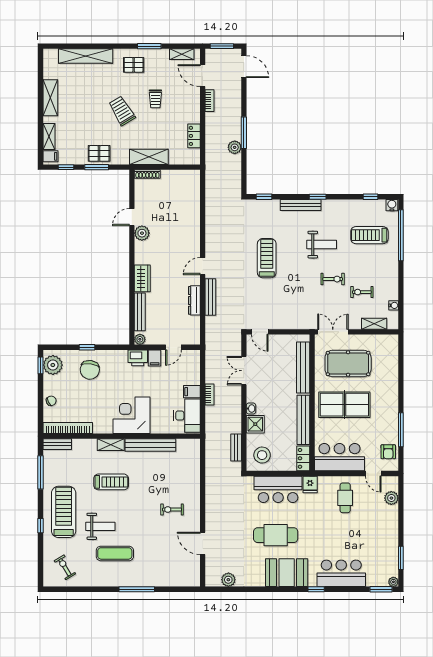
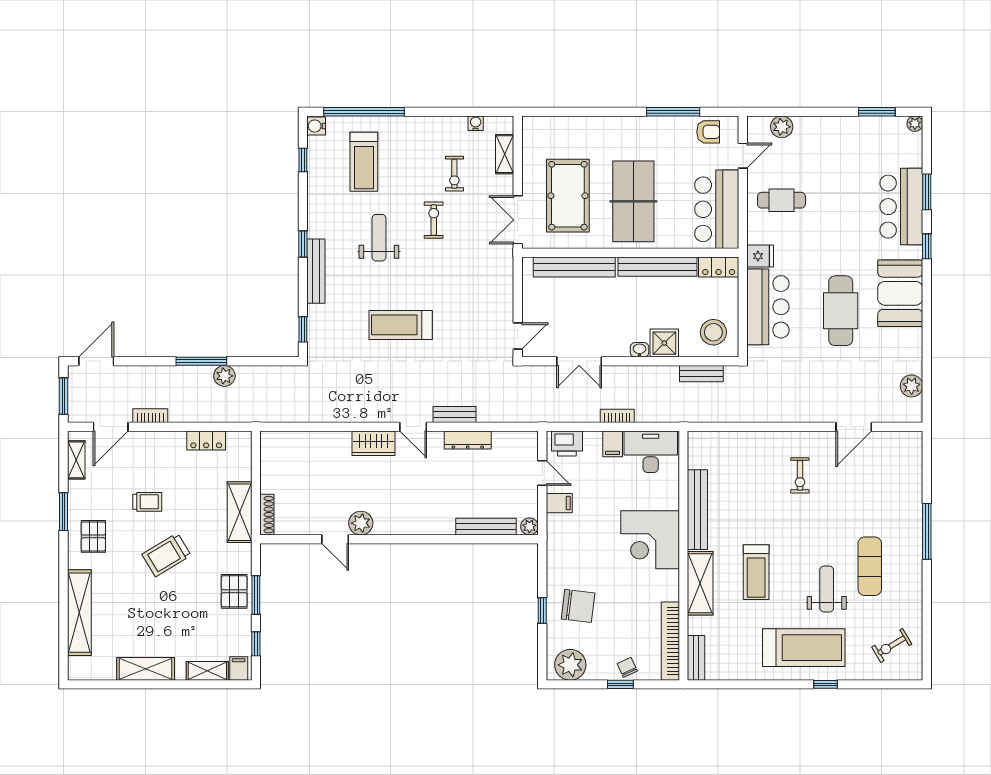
wardrobe: (142, 278) -> (373, 443), moved, turned 180
bench: (210, 297) -> (455, 414), width x0.73
printer: (138, 358) -> (567, 444), moved, turned 90
window: (40, 365) -> (620, 684), moved
shelving: (111, 445) -> (700, 583), width x1.50, depth x1.33
window: (40, 472) -> (741, 684), removed
treadmill: (111, 482) -> (756, 572), turned 180
treadmill: (64, 512) -> (804, 648), turned 180
window: (381, 589) -> (927, 192), moved

